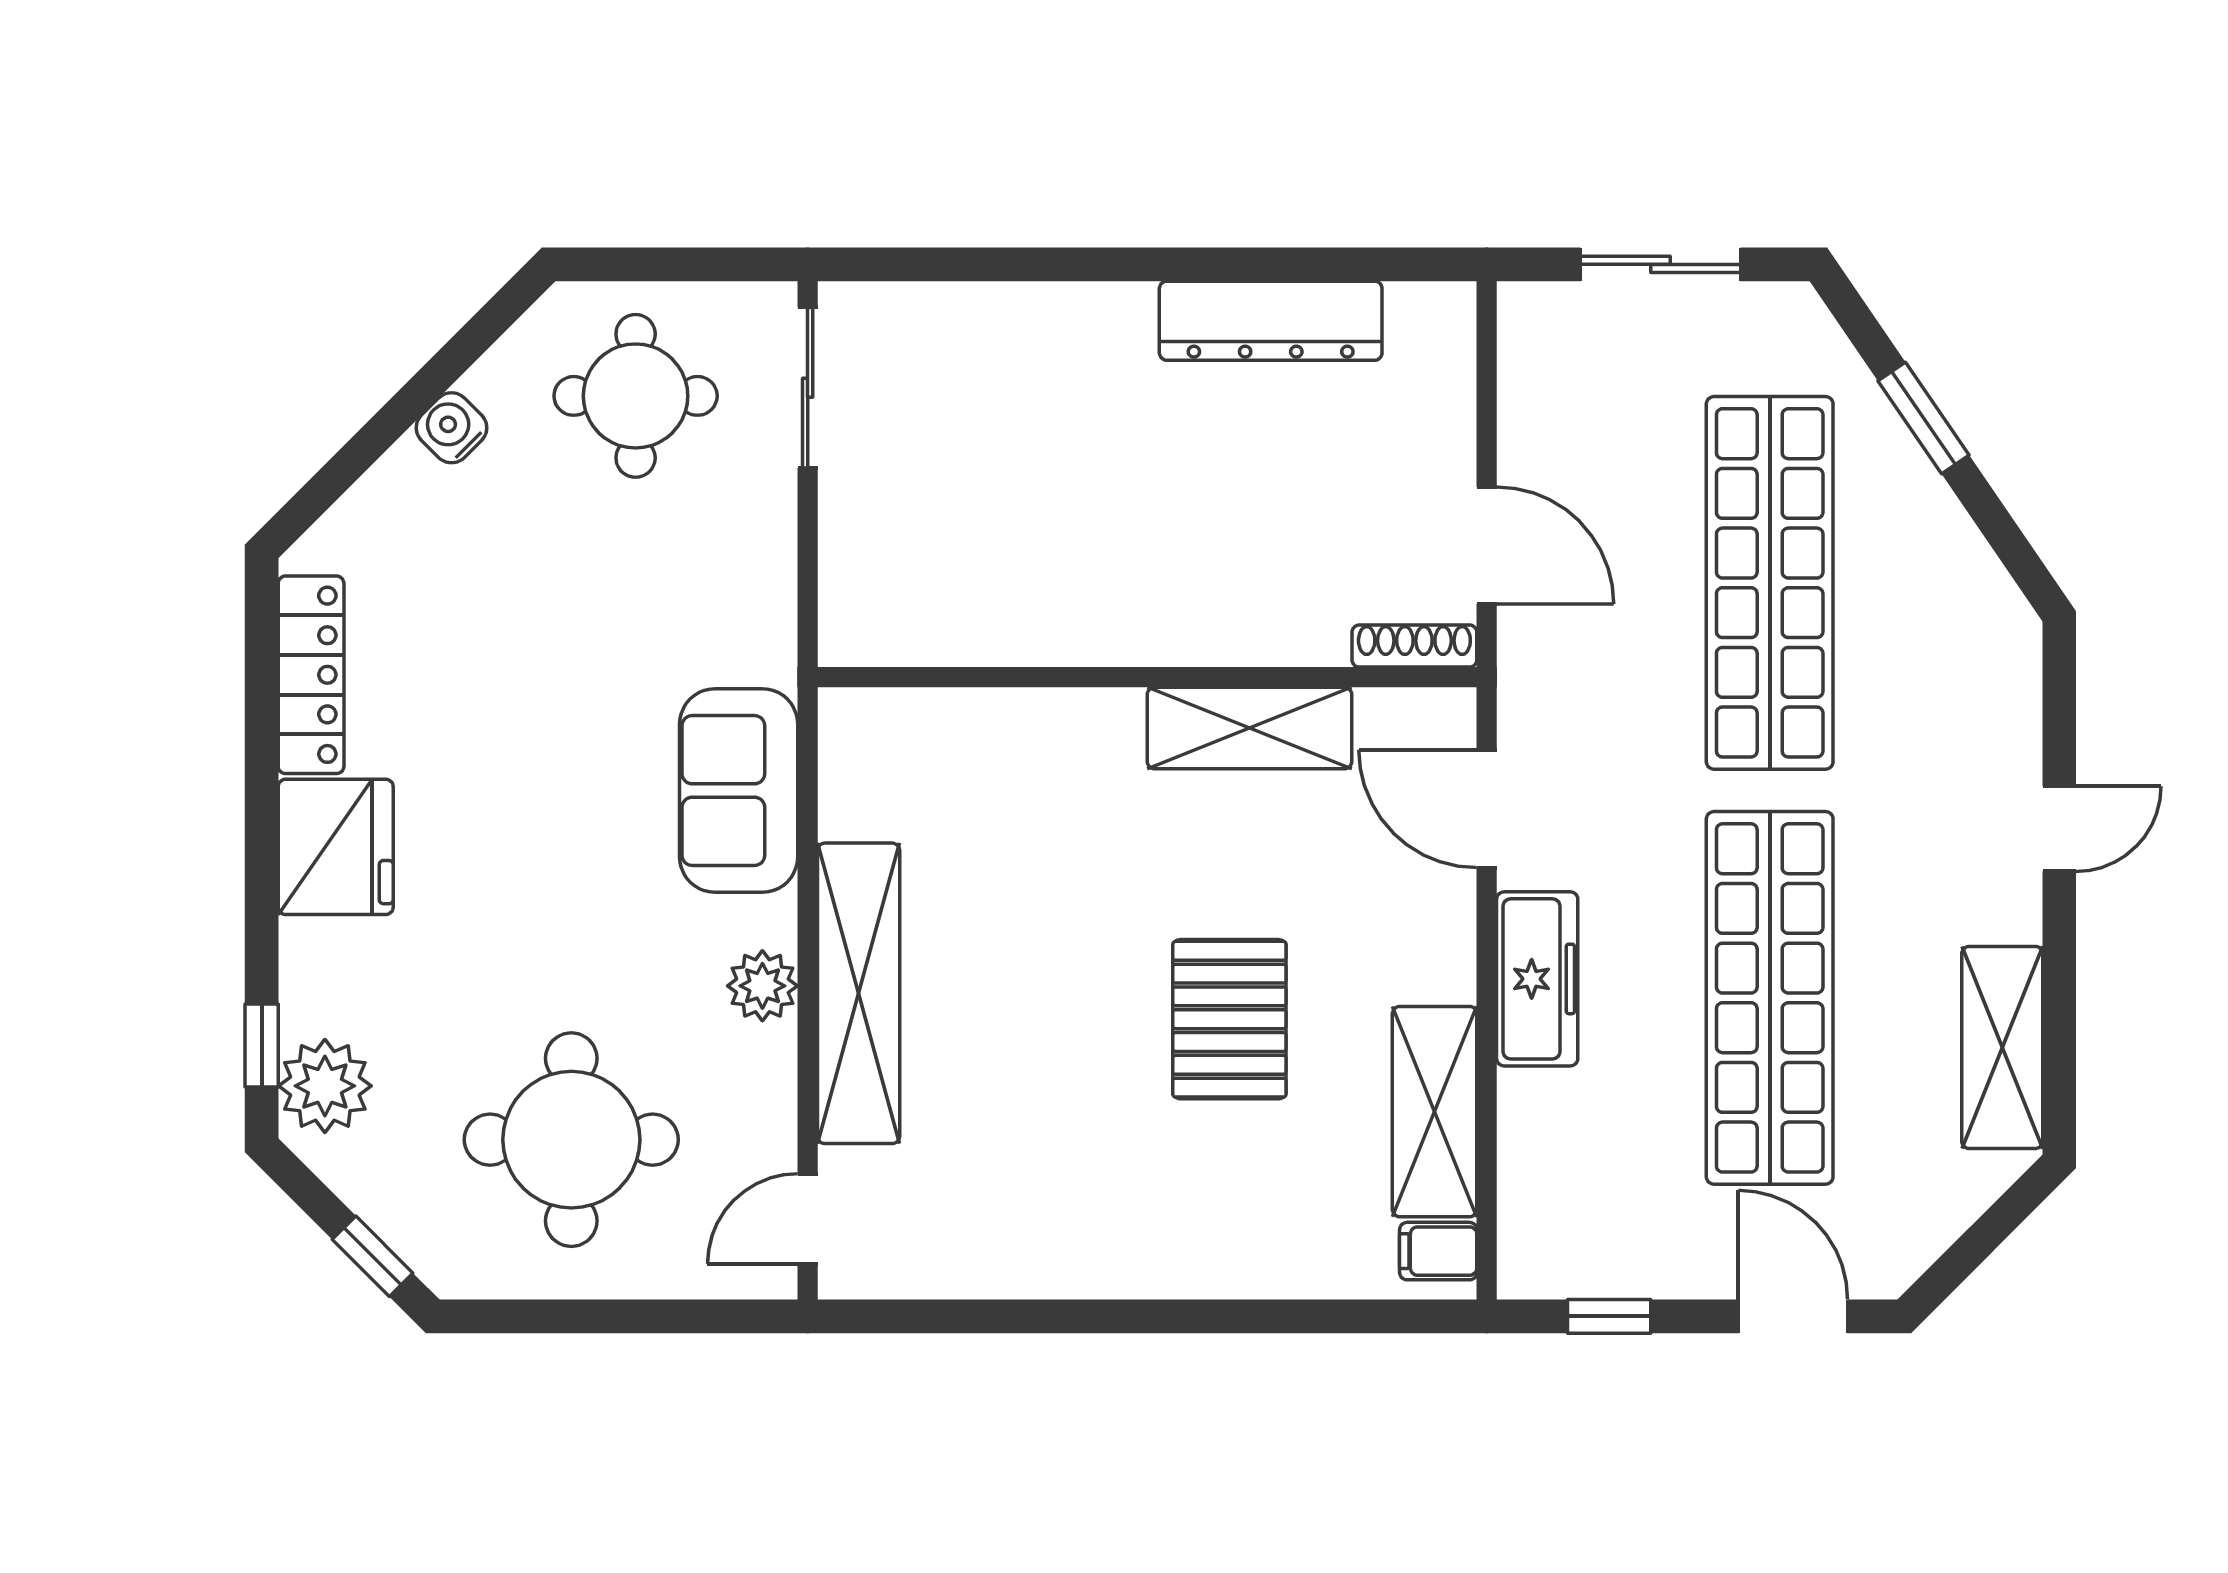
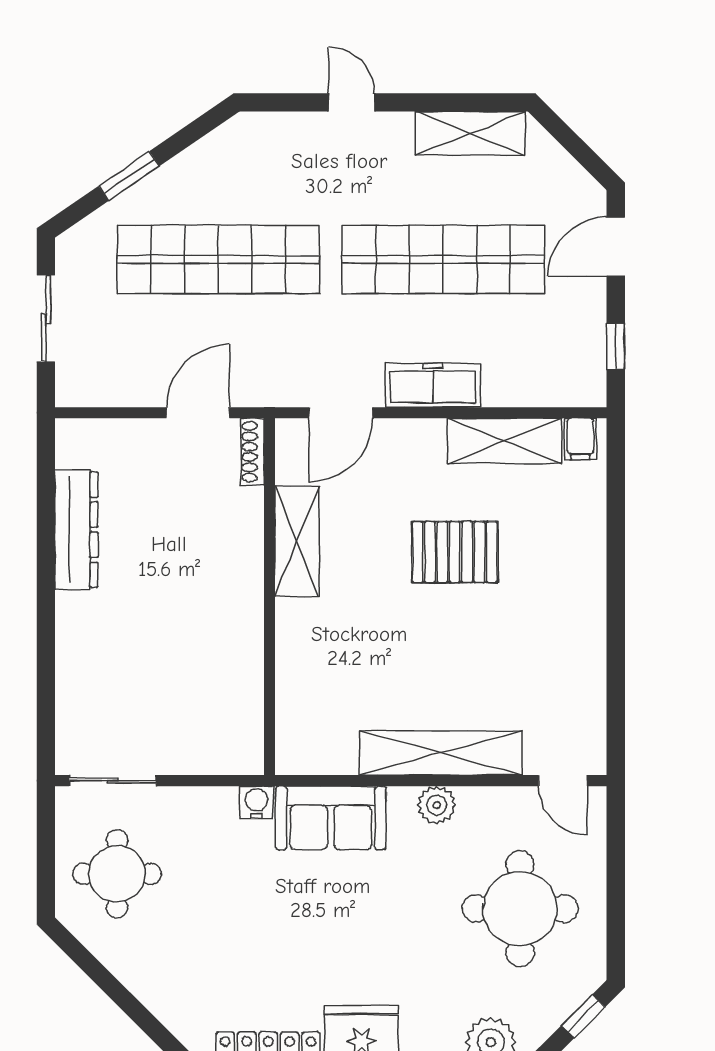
water cooler: (451, 428) -> (256, 802), moved, turned 135

